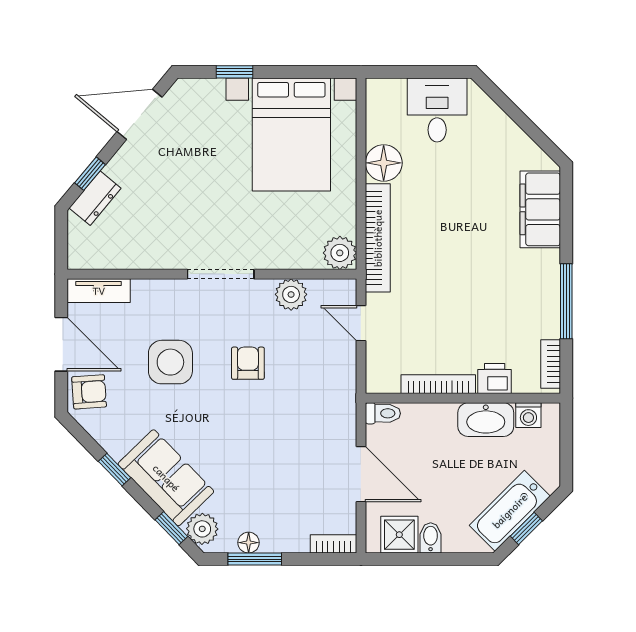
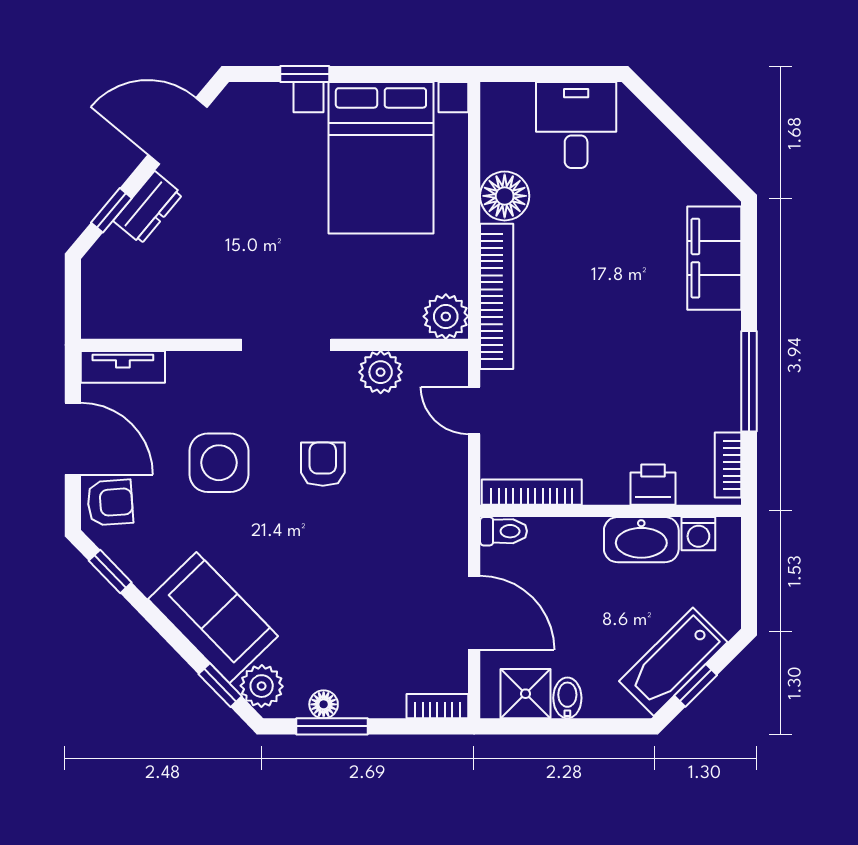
dresser: (95, 198) -> (148, 208), moved
bookcase: (438, 384) -> (532, 492), moved
window: (114, 470) -> (110, 572), moved

